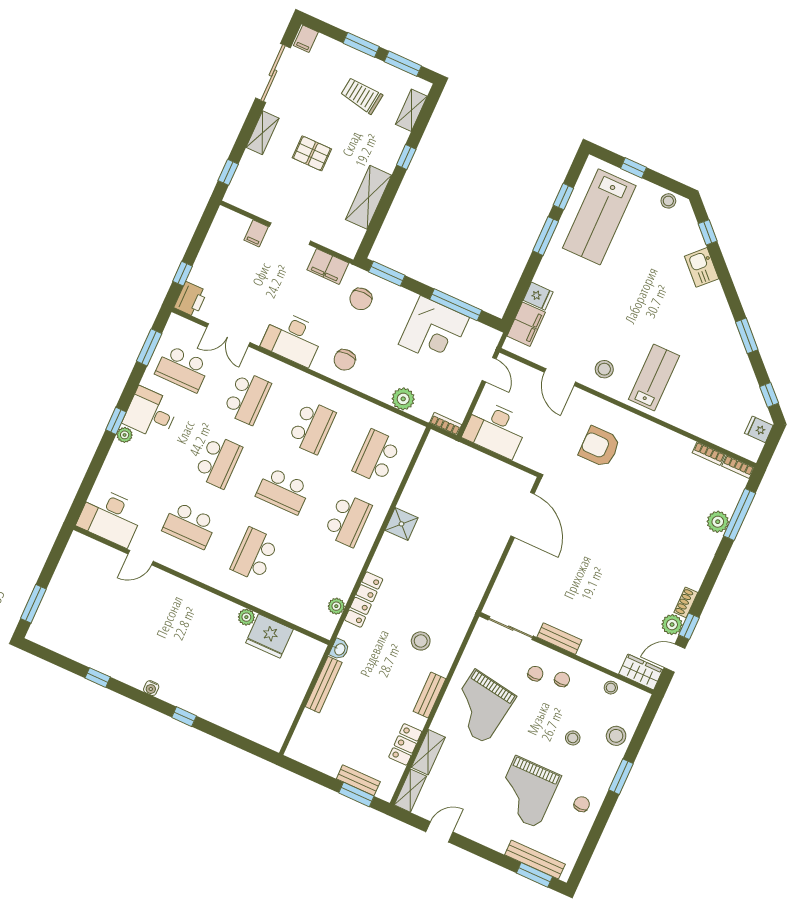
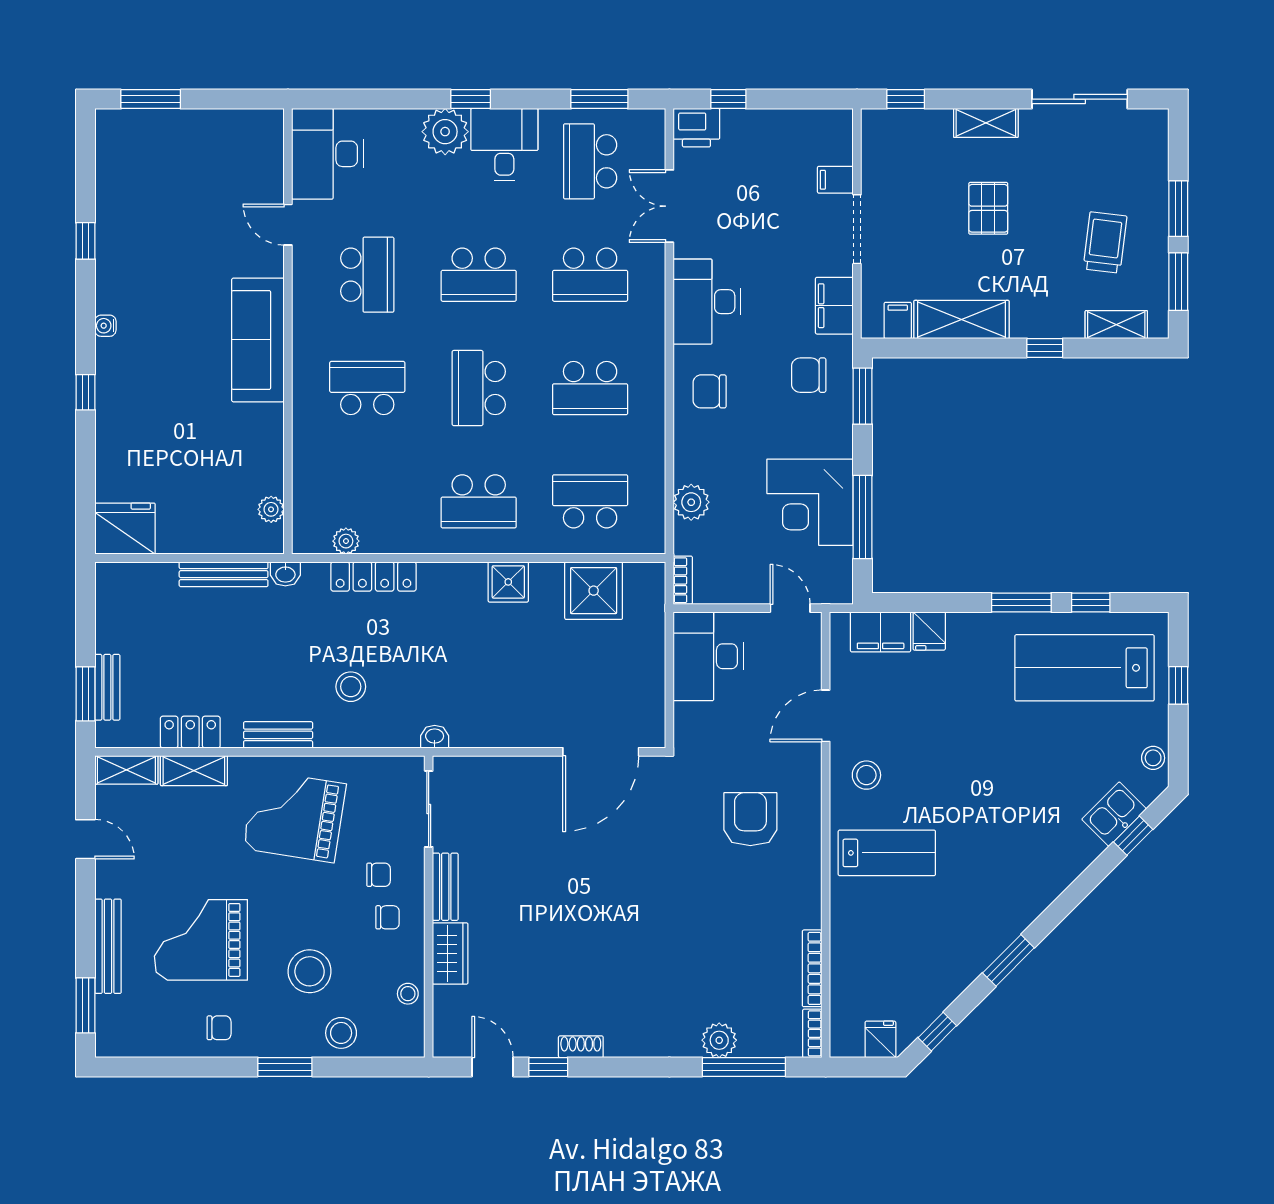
filing cabinet: (306, 39) -> (898, 320), moved, turned 90
kitchen sink: (702, 267) -> (1114, 814), moved
door: (489, 370) -> (790, 608), swing flipped
plant: (125, 435) -> (445, 132), width x1.87, depth x1.87
bookcase: (709, 454) -> (812, 968), width x1.56
shower: (429, 477) -> (594, 591), added
school desk: (190, 525) -> (367, 275), turned 180
sofa: (199, 605) -> (258, 340), added
washbasin: (471, 606) -> (435, 737), added
plant: (246, 617) -> (271, 509), moved
plant: (672, 625) -> (540, 1041), removed
fridge: (269, 636) -> (125, 529), moved, turned 90
wardrobe: (641, 672) -> (450, 953), moved
stool: (573, 738) -> (310, 971), width x1.89, depth x1.89
bench: (535, 860) -> (108, 946), moved

